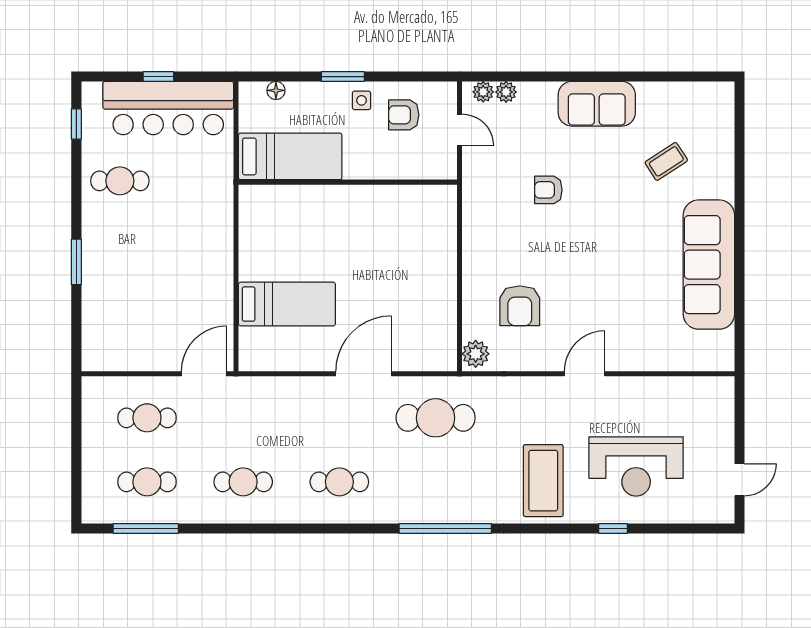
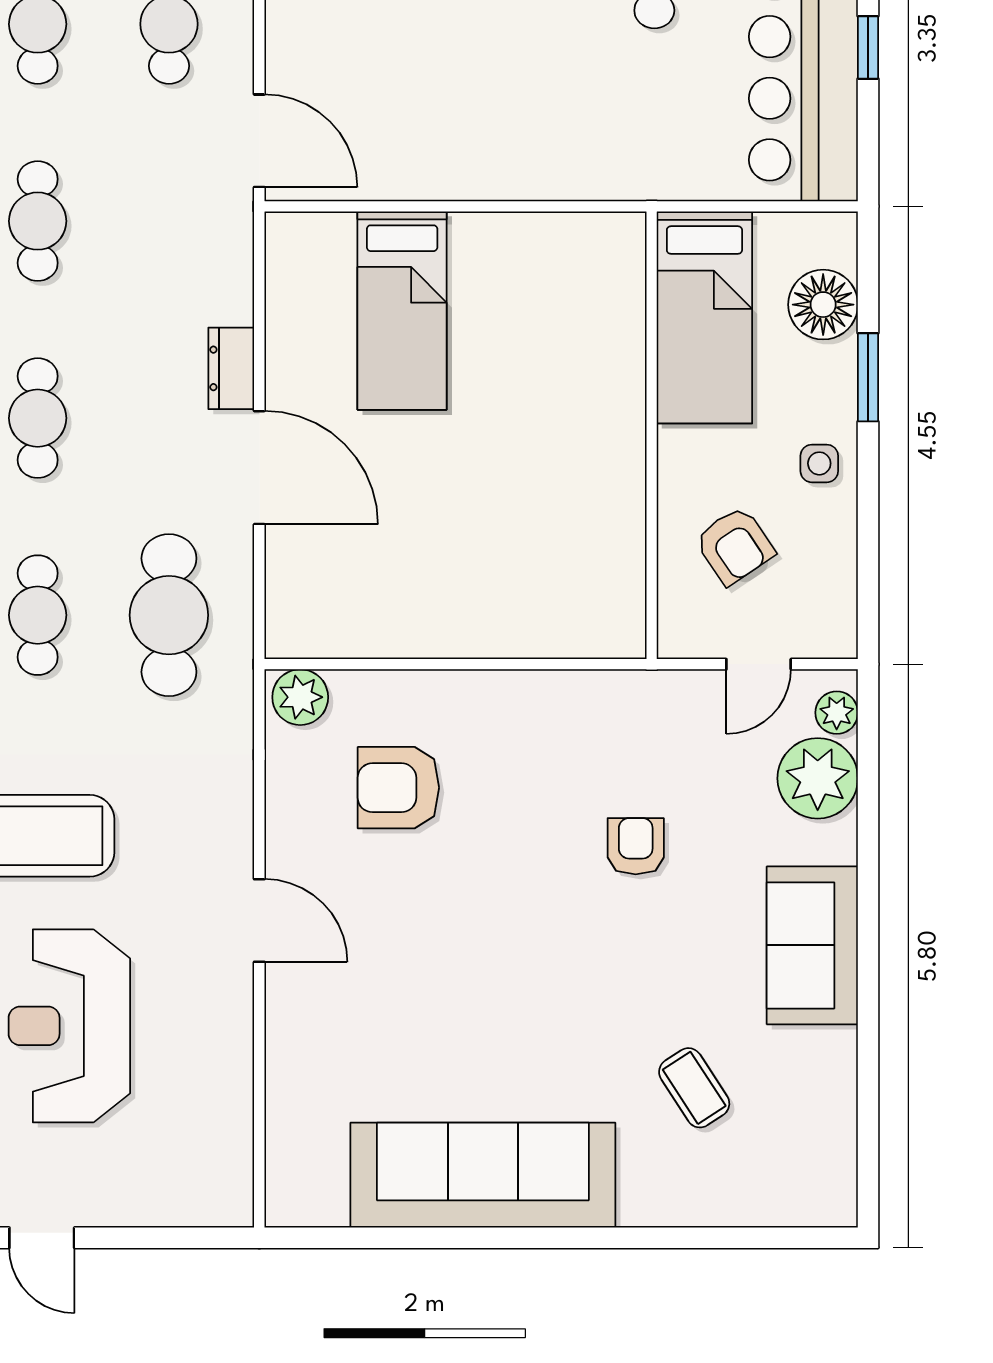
window: (343, 77) -> (868, 377), moved
floor lamp: (276, 90) -> (823, 305), width x1.89, depth x1.89
plant: (506, 92) -> (818, 778), width x1.87, depth x1.87
armchair: (404, 115) -> (735, 546), moved, turned 146
dresser: (315, 387) -> (231, 368), added
cafe table: (436, 482) -> (38, 615), added

